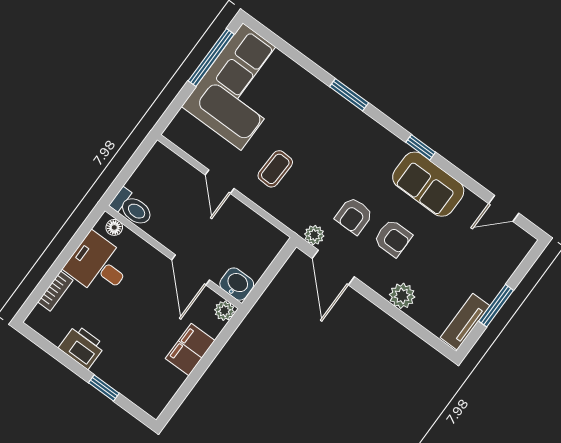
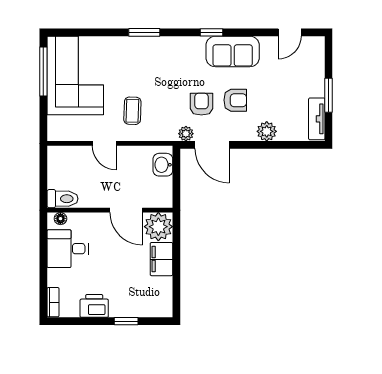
armchair: (354, 216) -> (201, 104), turned 180
washbasin: (237, 284) -> (163, 165), moved, turned -90
bookcase: (55, 291) -> (53, 302), moved
plant: (224, 311) -> (158, 227), width x1.88, depth x1.88

